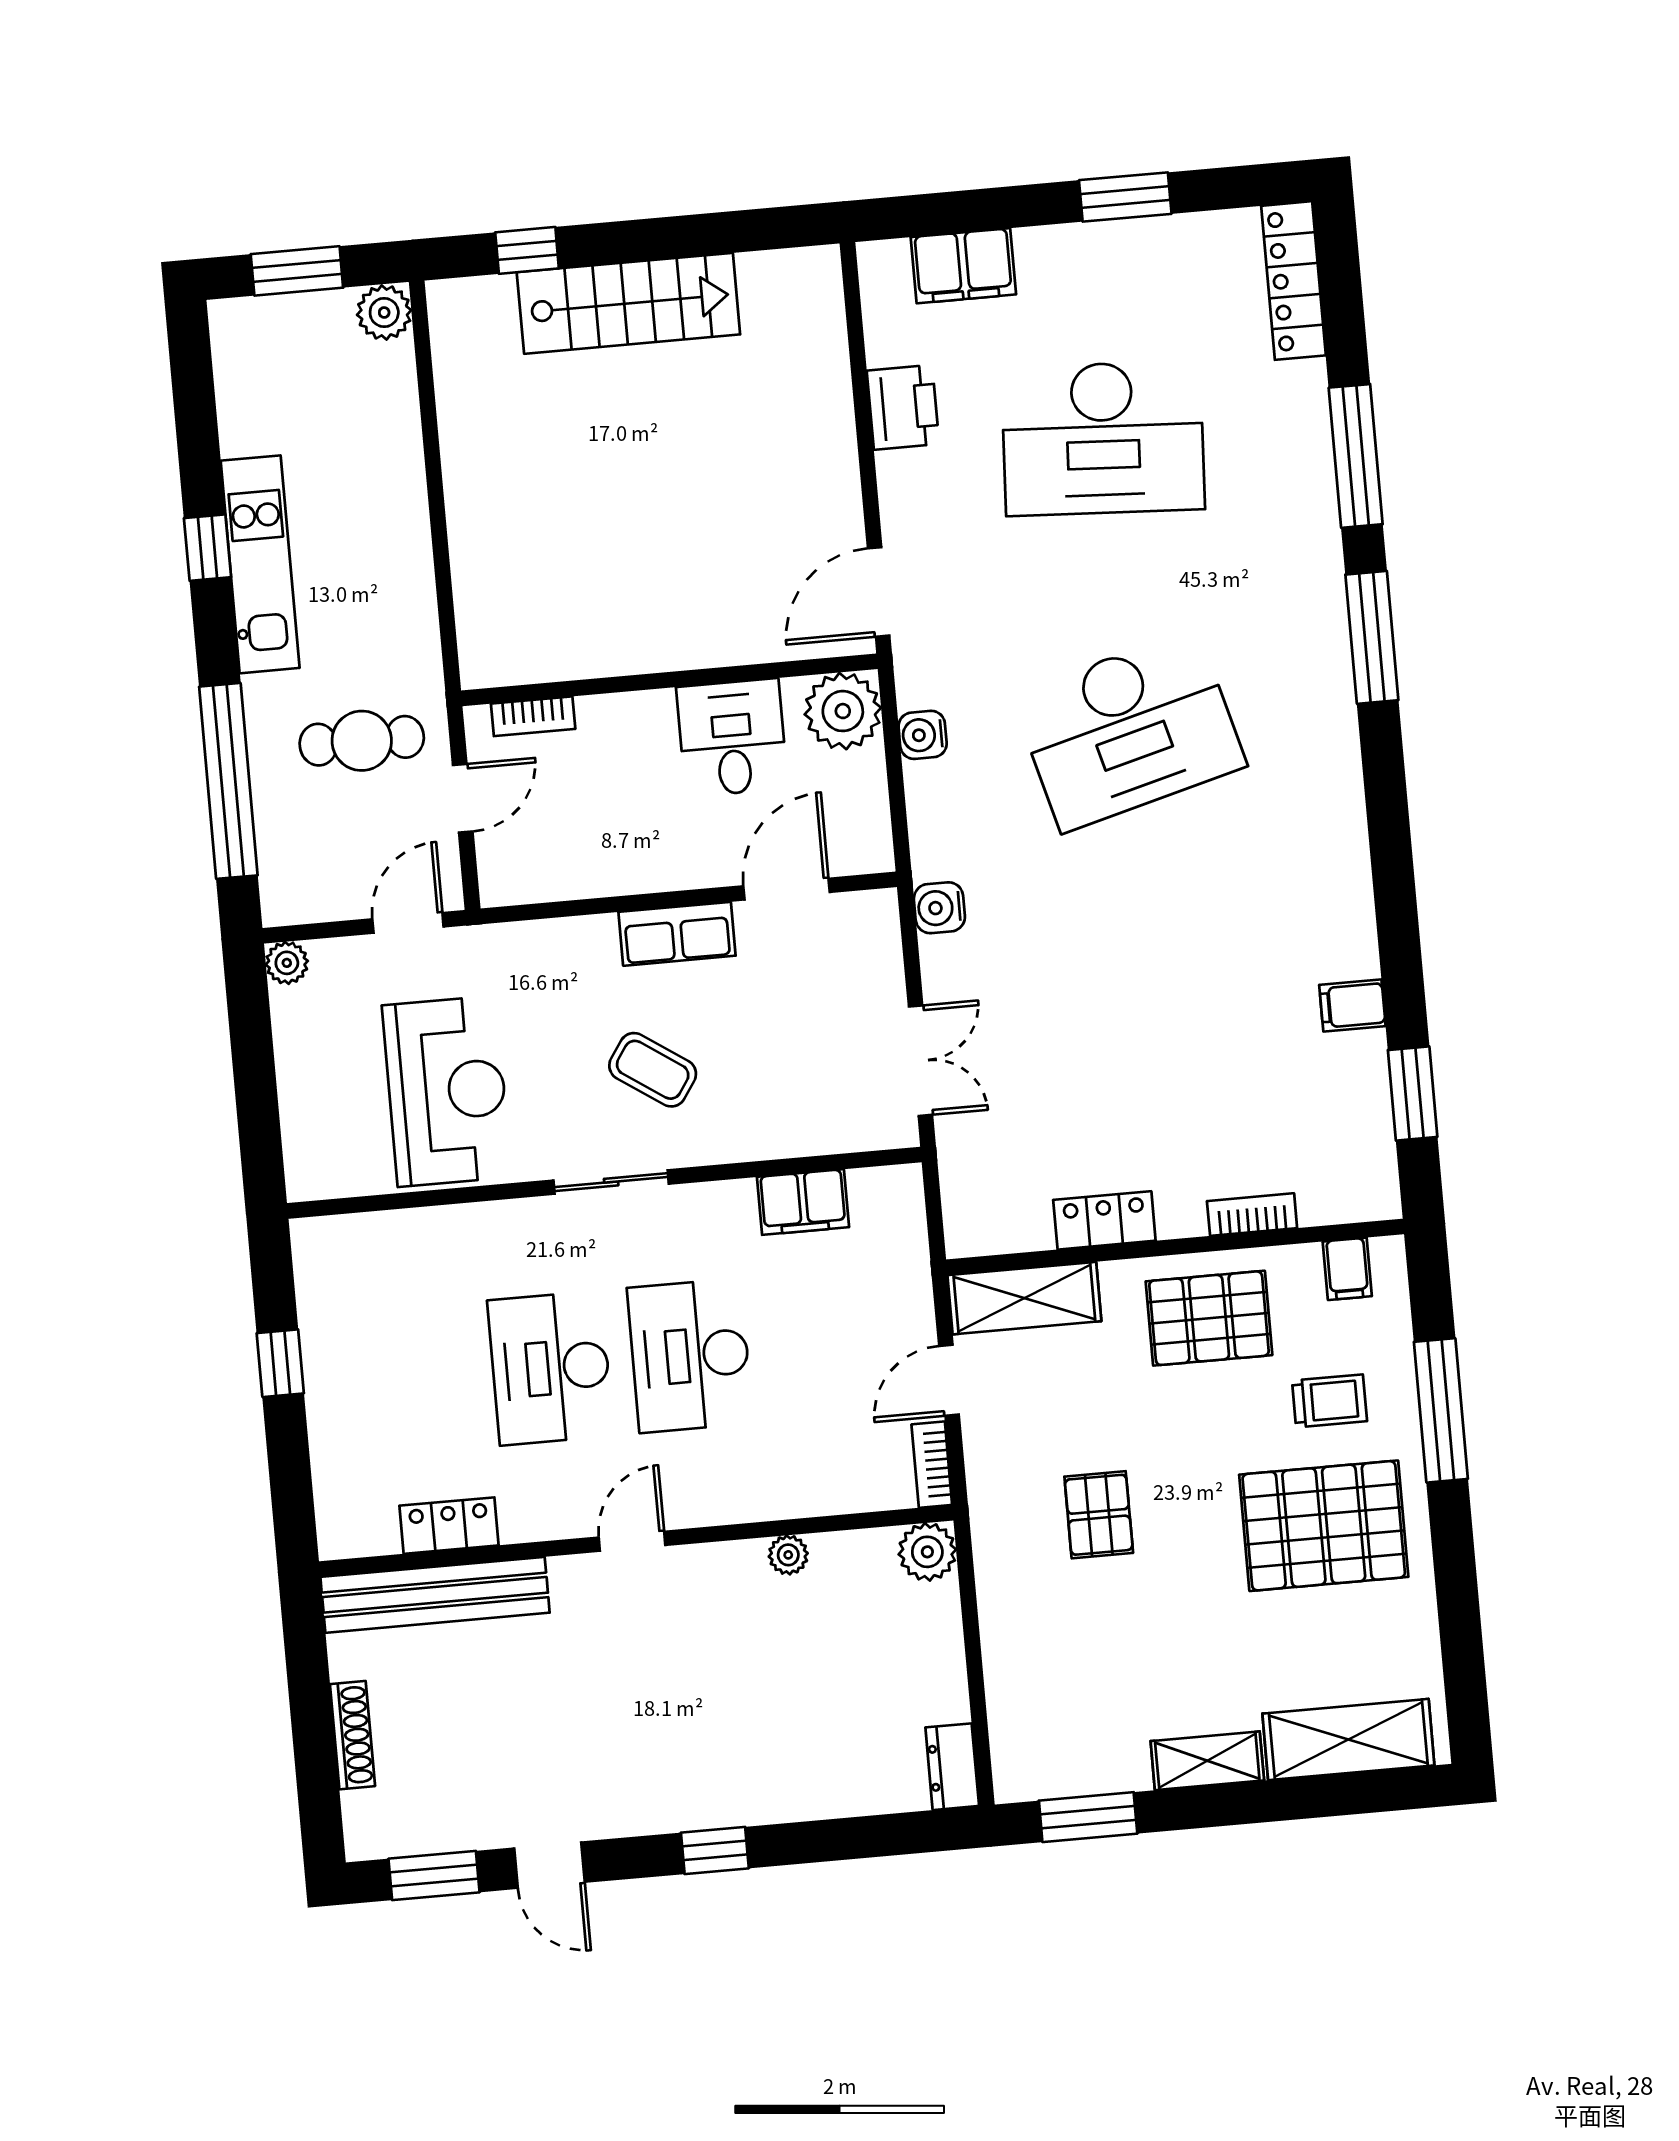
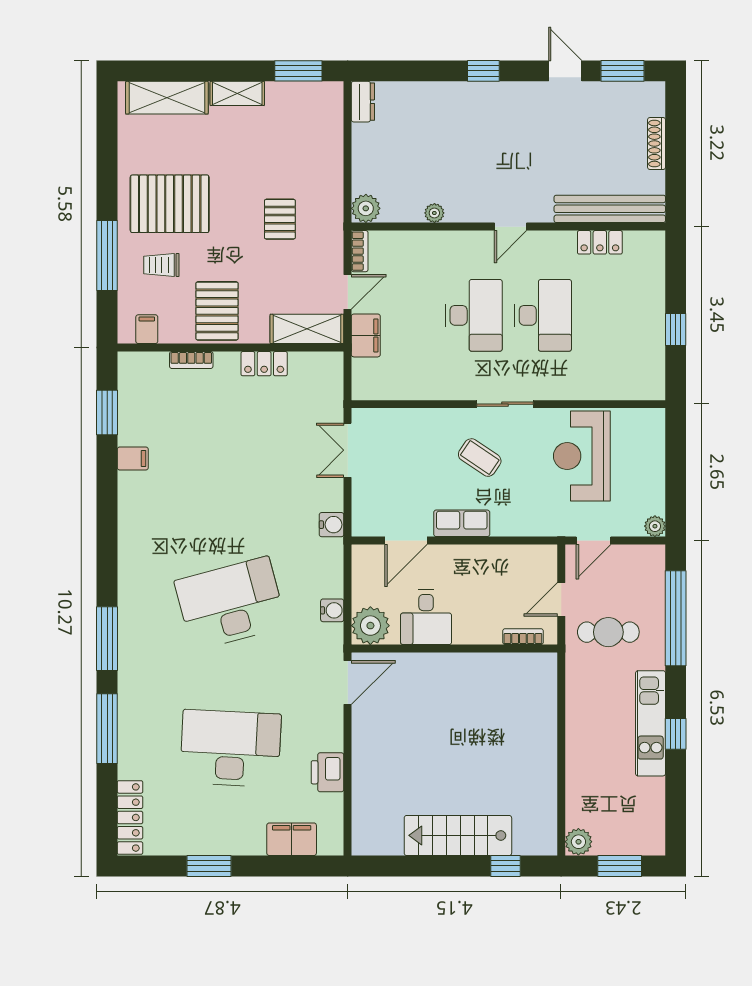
filing cabinet: (803, 1202) -> (366, 335), moved, turned 90
pallet: (1209, 1318) -> (217, 311), turned 90

